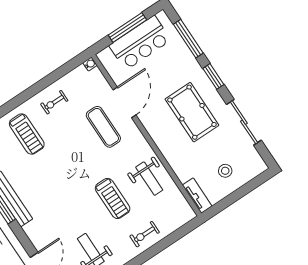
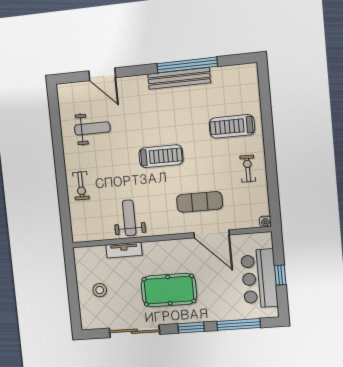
window: (127, 27) -> (280, 275), width x0.46
weight bench: (149, 179) -> (129, 218), turned 90
tv unit: (197, 196) -> (124, 250), moved
treadmill: (113, 198) -> (161, 156), moved, turned 180
exercise bike: (145, 234) -> (81, 186), turned 180

